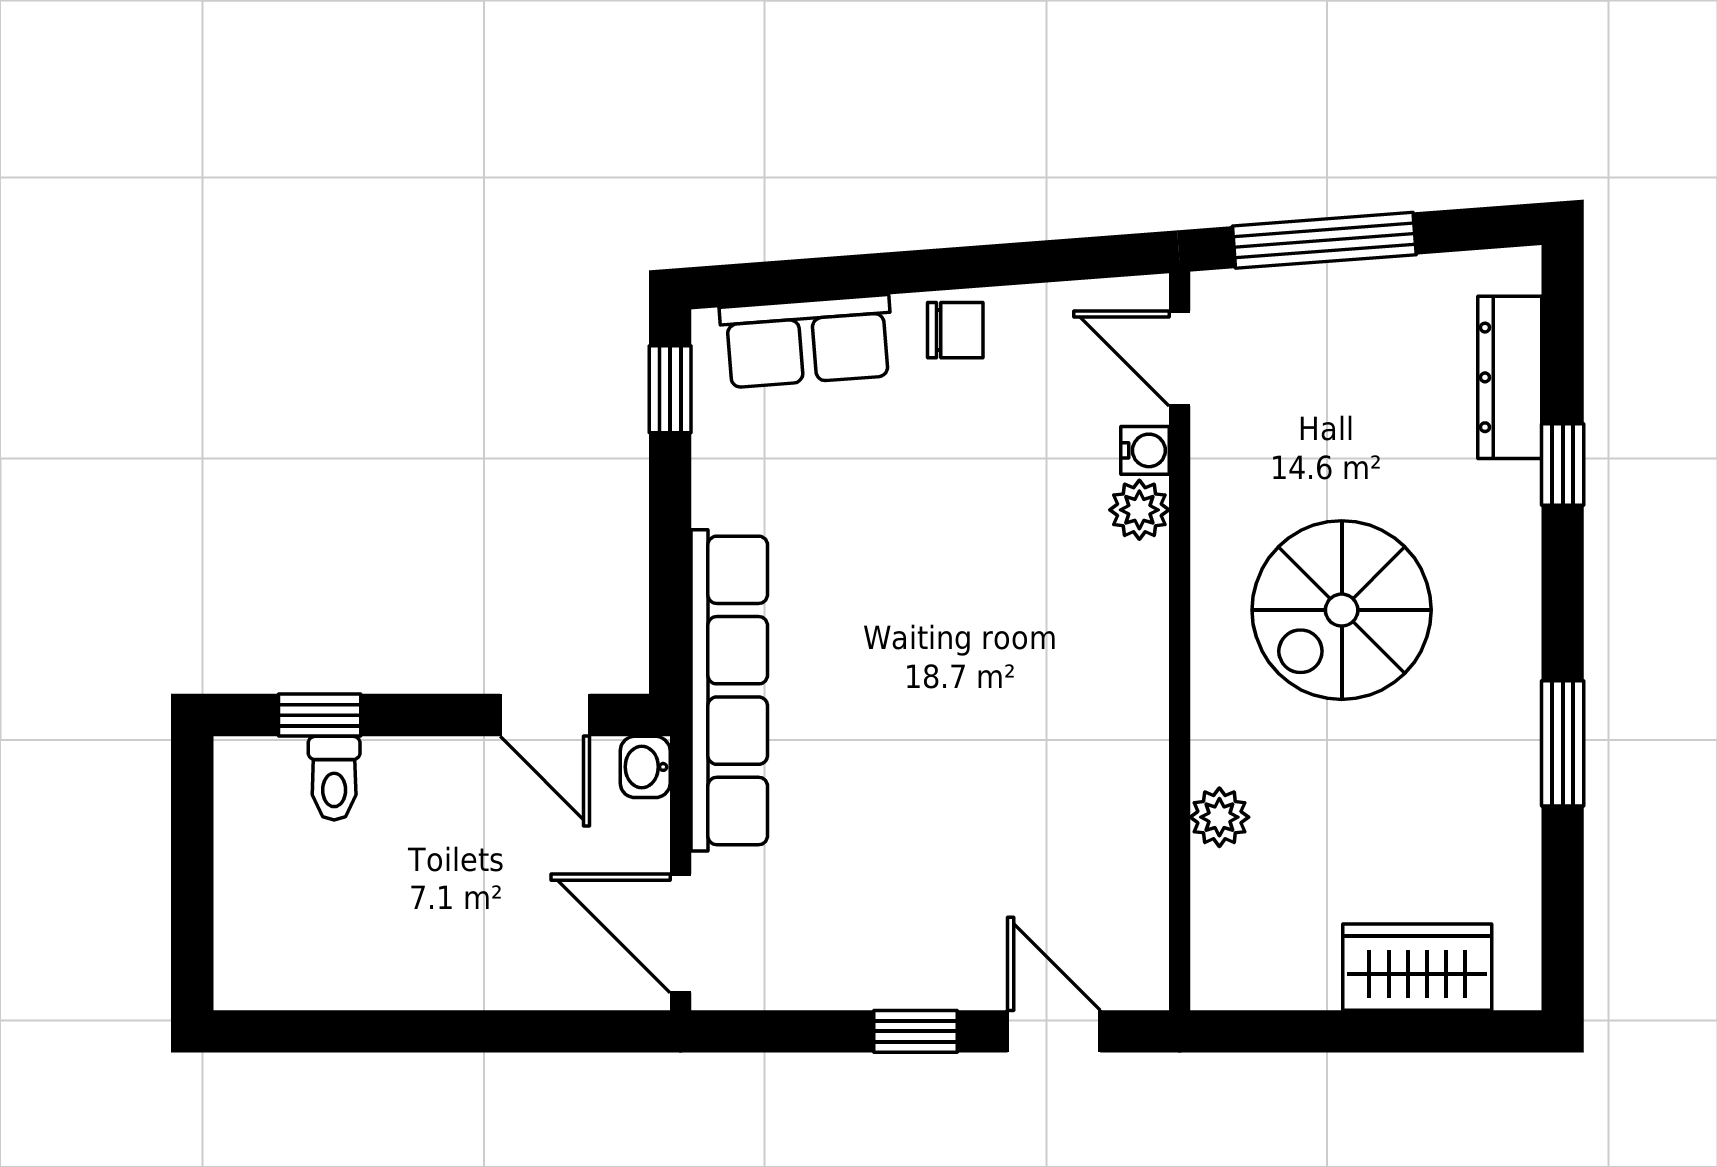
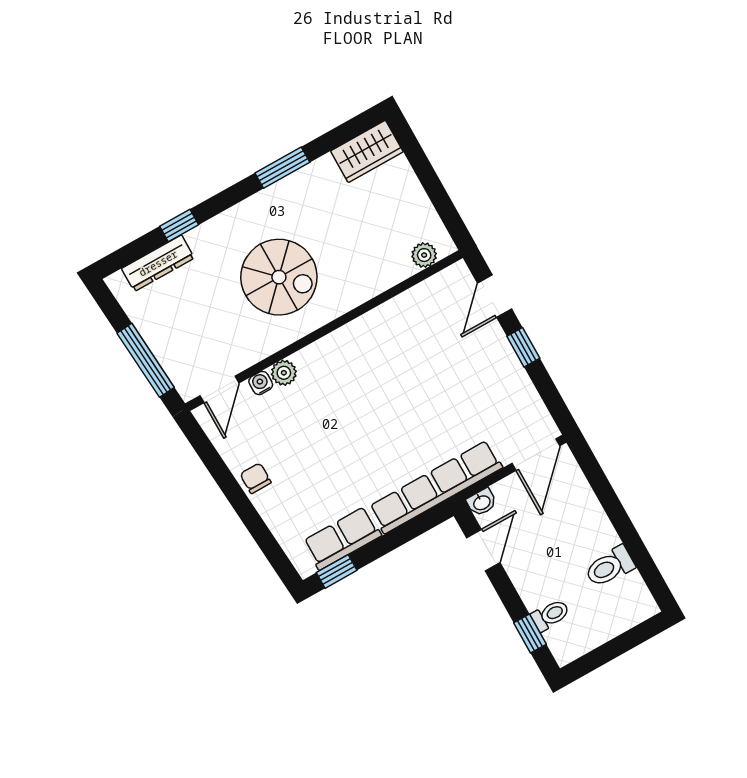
row of seats: (807, 341) -> (342, 538), moved, turned -86
plant: (1219, 817) -> (424, 255), moved
toilet: (365, 956) -> (610, 567), added
wardrobe: (1417, 967) -> (367, 151), moved, turned -90

